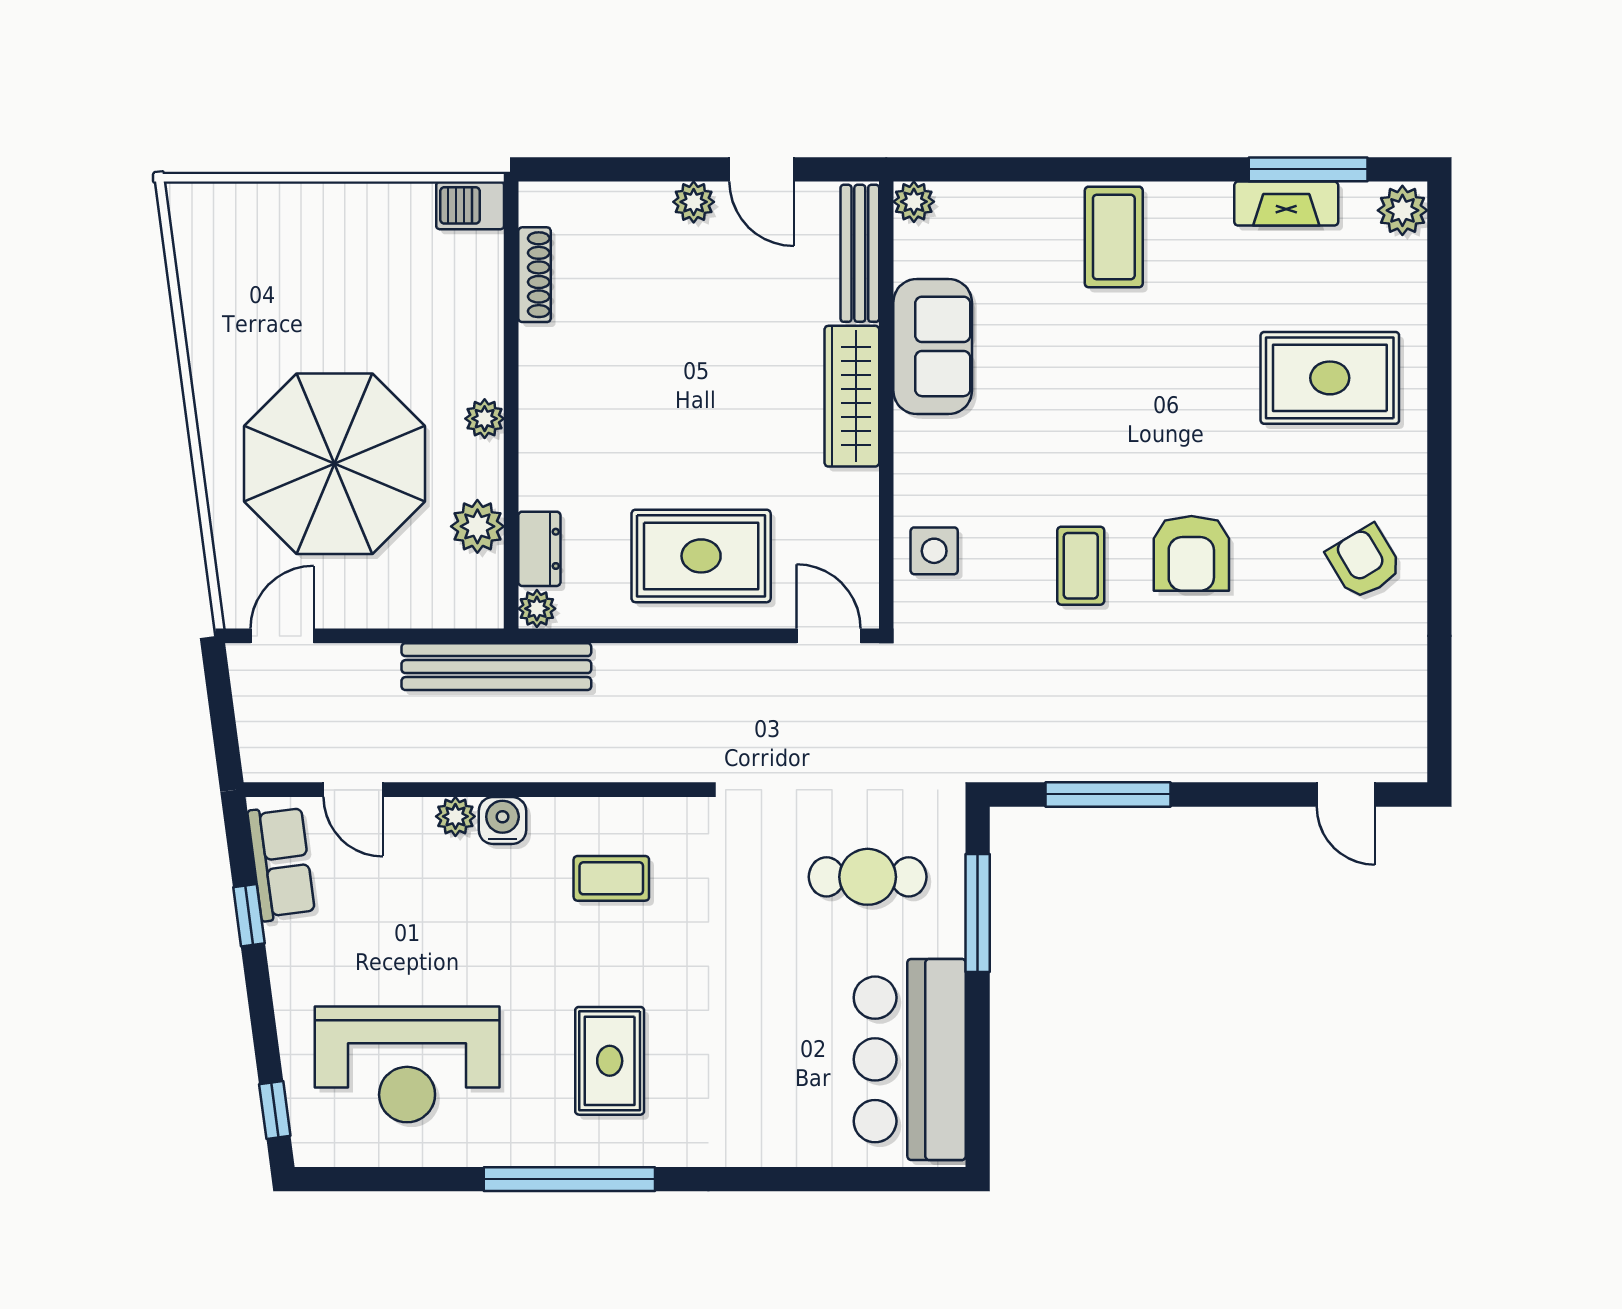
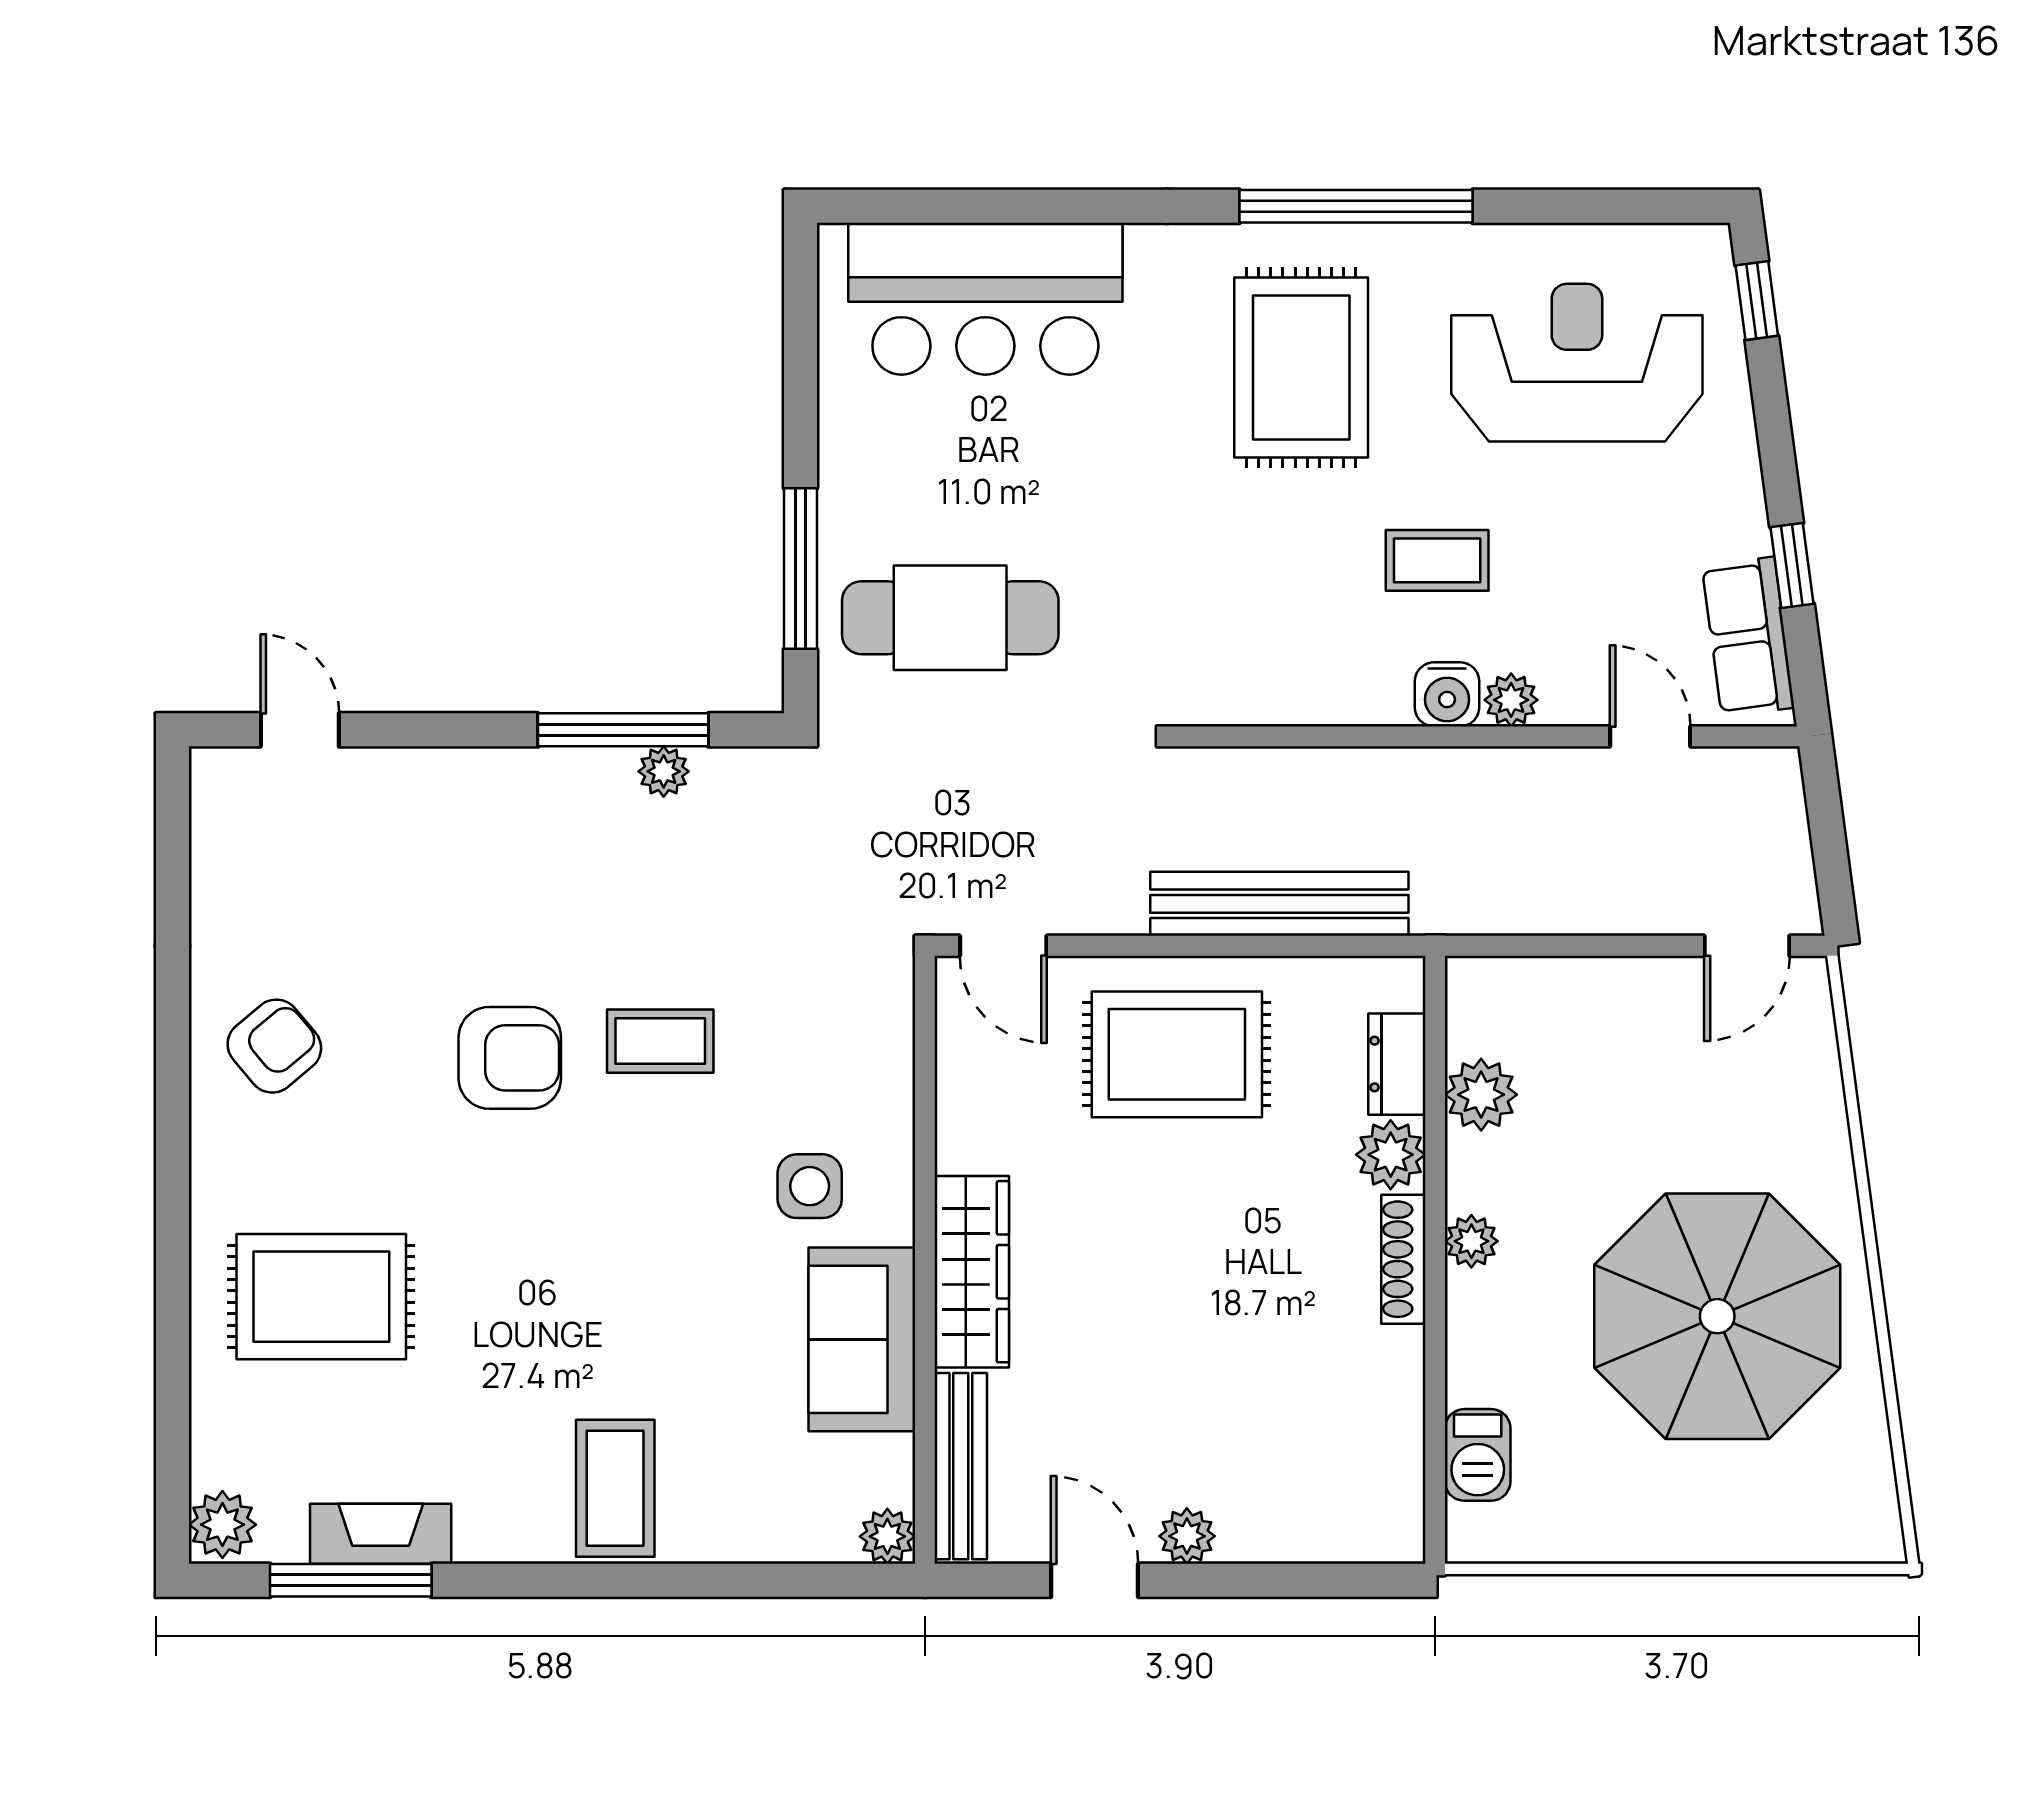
barbecue: (470, 205) -> (1478, 1455), moved, turned 90
shoe rack: (535, 275) -> (1403, 1259), moved
parasol: (335, 464) -> (1717, 1316), moved
side table: (934, 551) -> (810, 1186), moved
armchair: (1191, 553) -> (510, 1058), turned 90
armchair: (1364, 562) -> (274, 1046), turned -99
coffee table: (1081, 566) -> (660, 1041), turned 90
plant: (537, 609) -> (1391, 1155), moved, width x1.38, depth x1.38
bench: (496, 667) -> (1279, 904), moved
plant: (1078, 764) -> (664, 771), added
cafe table: (868, 877) -> (950, 618), width x1.37, depth x1.35
coffee table: (611, 878) -> (1437, 560), moved
bar counter: (910, 1059) -> (985, 299), moved, turned 90
rug: (610, 1061) -> (1301, 367), width x1.36, depth x1.43

